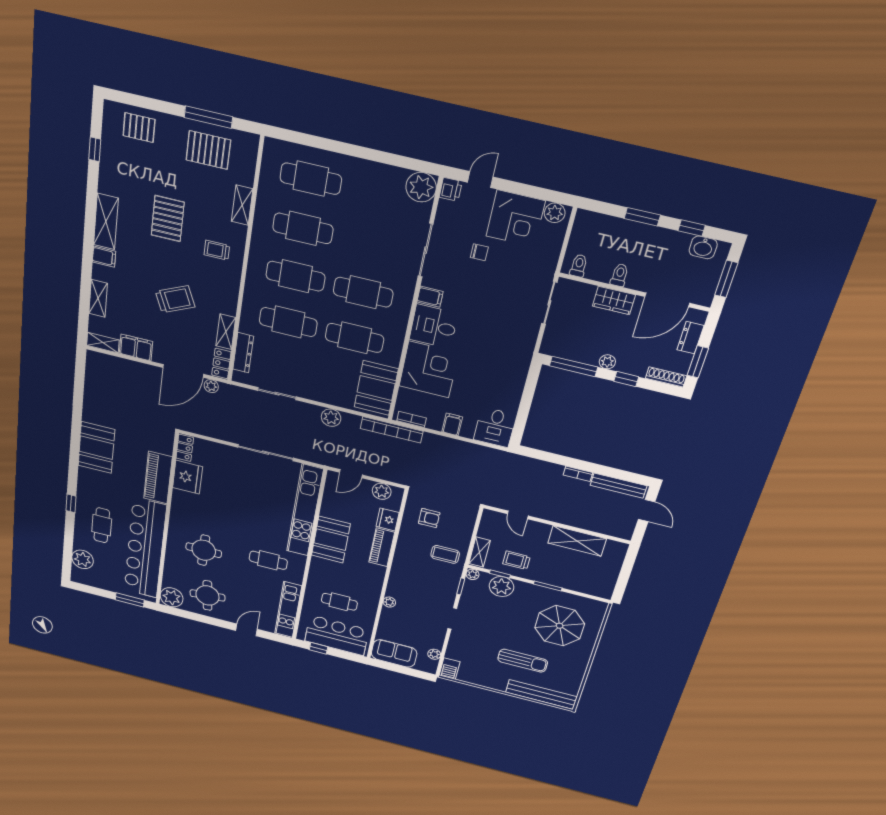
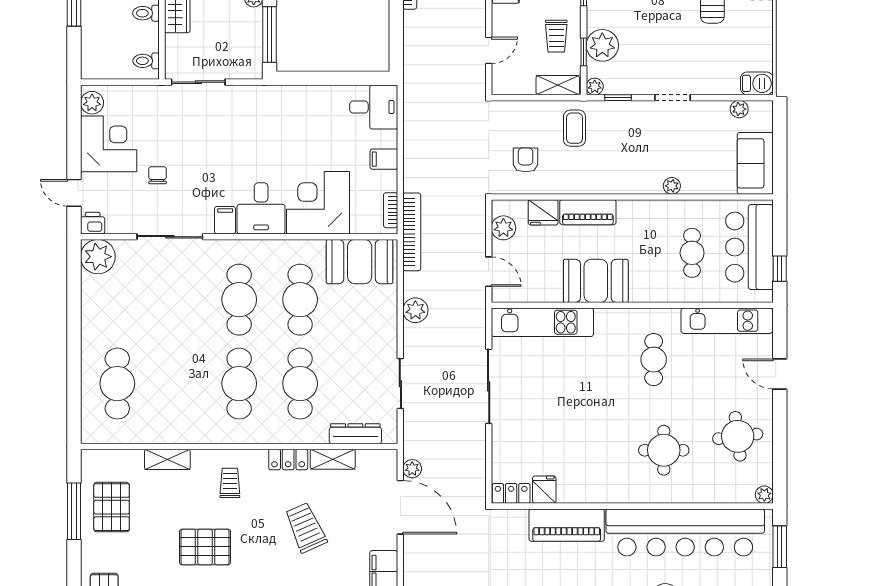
cafe table: (303, 228) -> (178, 384), removed
trolley: (217, 250) -> (230, 483), turned 180
locker: (221, 363) -> (288, 459), moved
fridge: (188, 477) -> (544, 490), width x0.53, depth x0.75
kitchen unit: (305, 511) -> (542, 322), width x0.73
plant: (172, 597) -> (764, 495), width x0.53, depth x0.53

